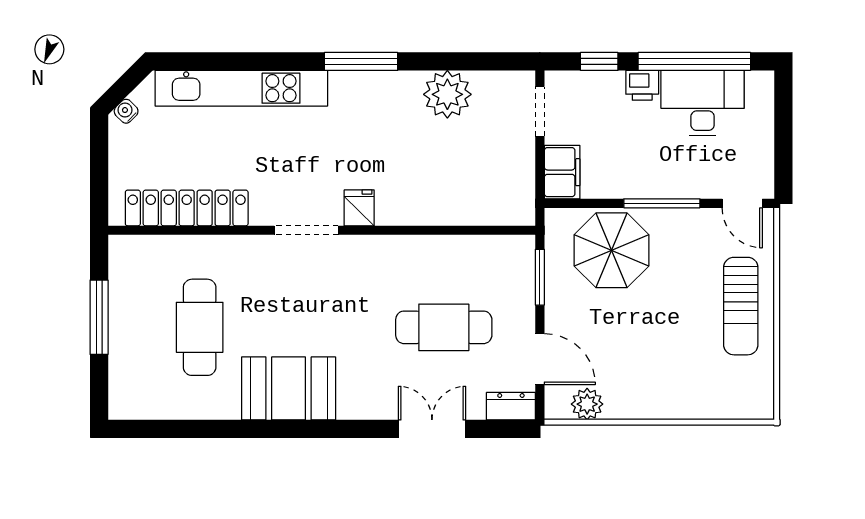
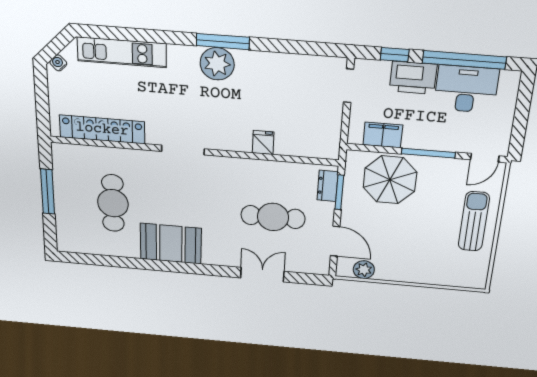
printer: (642, 85) -> (413, 78), width x1.87, depth x1.48
kitchen unit: (241, 88) -> (122, 52), width x0.73
plant: (447, 94) -> (217, 64), moved
filing cabinet: (562, 172) -> (383, 135), moved, turned -90
door: (742, 203) -> (485, 158), hinge flipped
fridge: (359, 208) -> (263, 143), moved
sun lounger: (741, 306) -> (474, 221), turned 180
dresser: (511, 406) -> (327, 186), moved, turned -90

